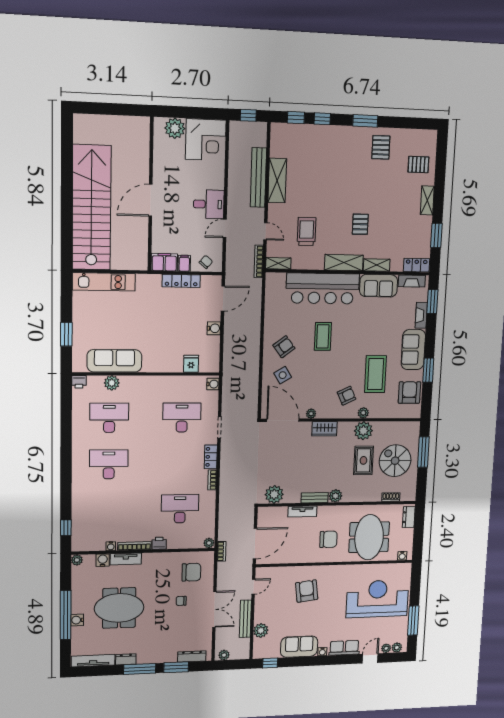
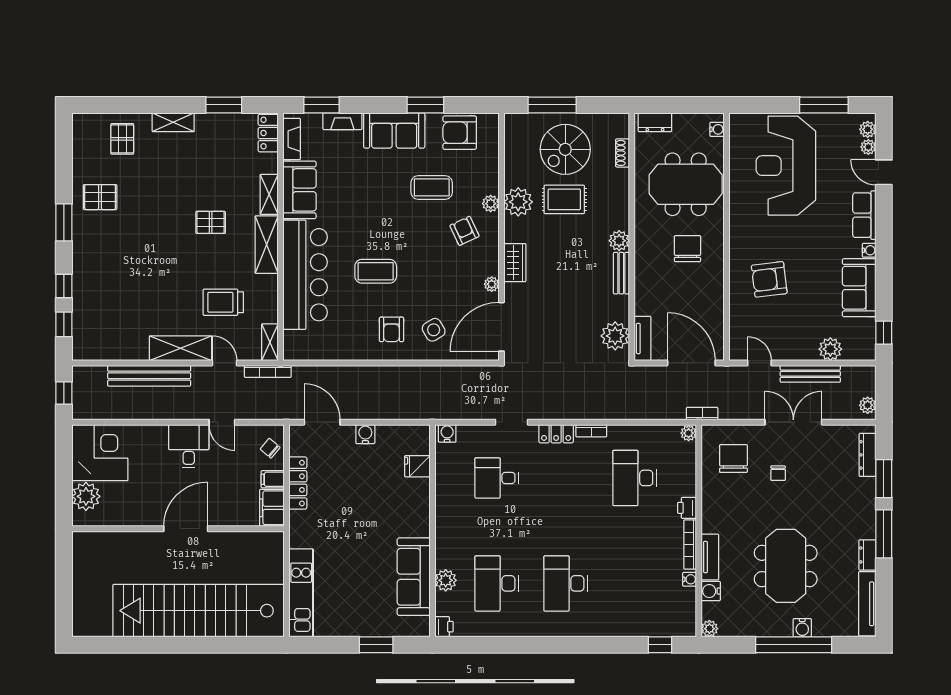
shelving: (277, 181) -> (180, 348), moved
door: (151, 200) -> (186, 529), swing flipped
door: (265, 231) -> (224, 363), hinge flipped
armchair: (284, 347) -> (391, 329), turned -143
coffee table: (376, 374) -> (432, 187), width x0.73, depth x0.76
desk: (182, 417) -> (497, 478), width x0.73
tv unit: (302, 511) -> (643, 339), moved

